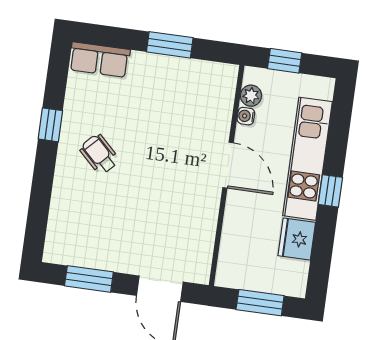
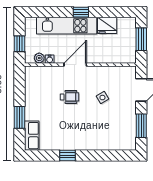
window: (170, 45) -> (20, 117), moved
wheelchair: (99, 154) -> (69, 97), moved, turned -134
side table: (155, 210) -> (102, 98), added

